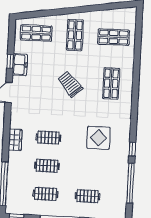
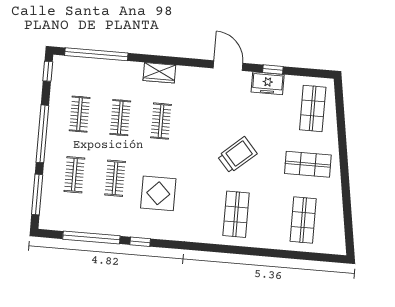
shop shelf: (111, 84) -> (236, 214), turned 90
clothes rail: (89, 168) -> (115, 178), added

